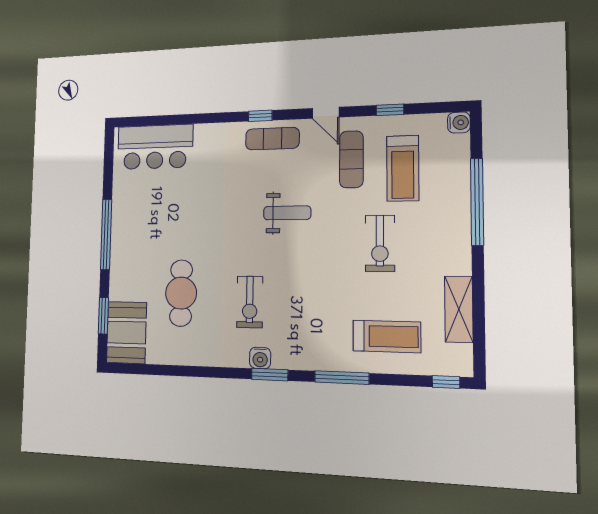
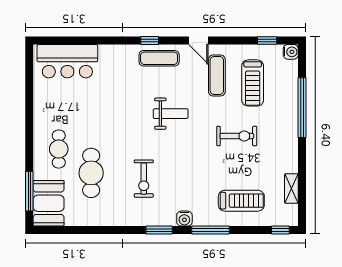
window: (390, 110) -> (267, 41), moved
window: (106, 234) -> (29, 129), removed
exercise bike: (380, 243) -> (237, 136), turned -90
cafe table: (141, 261) -> (59, 149), added
shelving: (459, 309) -> (291, 188), width x0.67, depth x0.75
window: (103, 316) -> (29, 191), width x1.44
water cooler: (260, 358) -> (184, 219), moved

